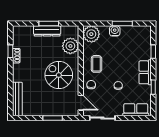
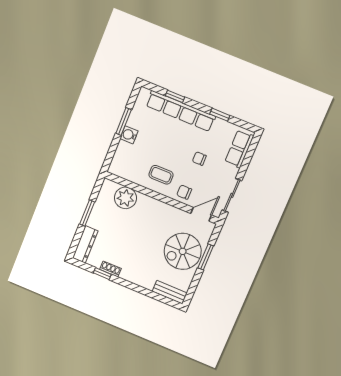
dresser: (47, 31) -> (85, 244), moved
plant: (91, 34) -> (121, 166), removed
row of seats: (145, 72) -> (181, 111), width x2.02
spiral stairs: (59, 75) -> (183, 251), moved
bench: (17, 99) -> (170, 292), width x0.73

